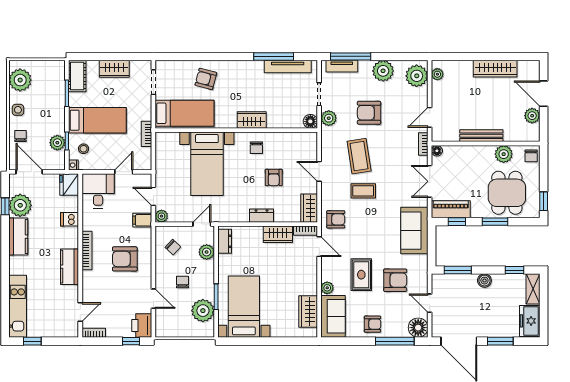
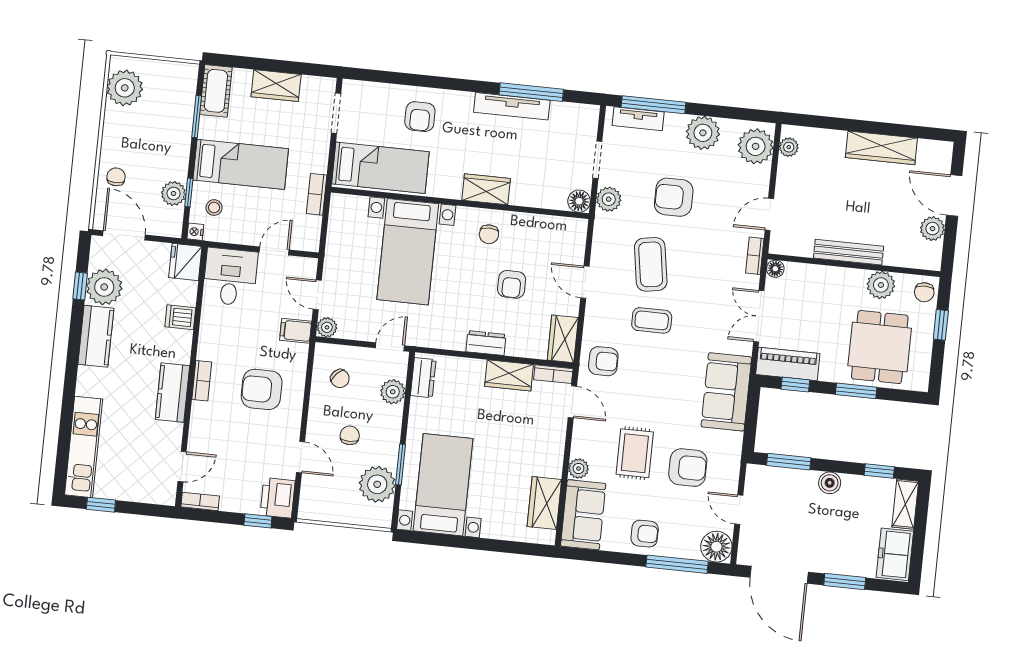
tv unit: (288, 67) -> (512, 106), moved
armchair: (206, 79) -> (420, 117), turned -105
side table: (18, 110) -> (116, 135), removed
window: (544, 201) -> (941, 325), moved
bookcase: (87, 250) -> (202, 381), width x0.64

